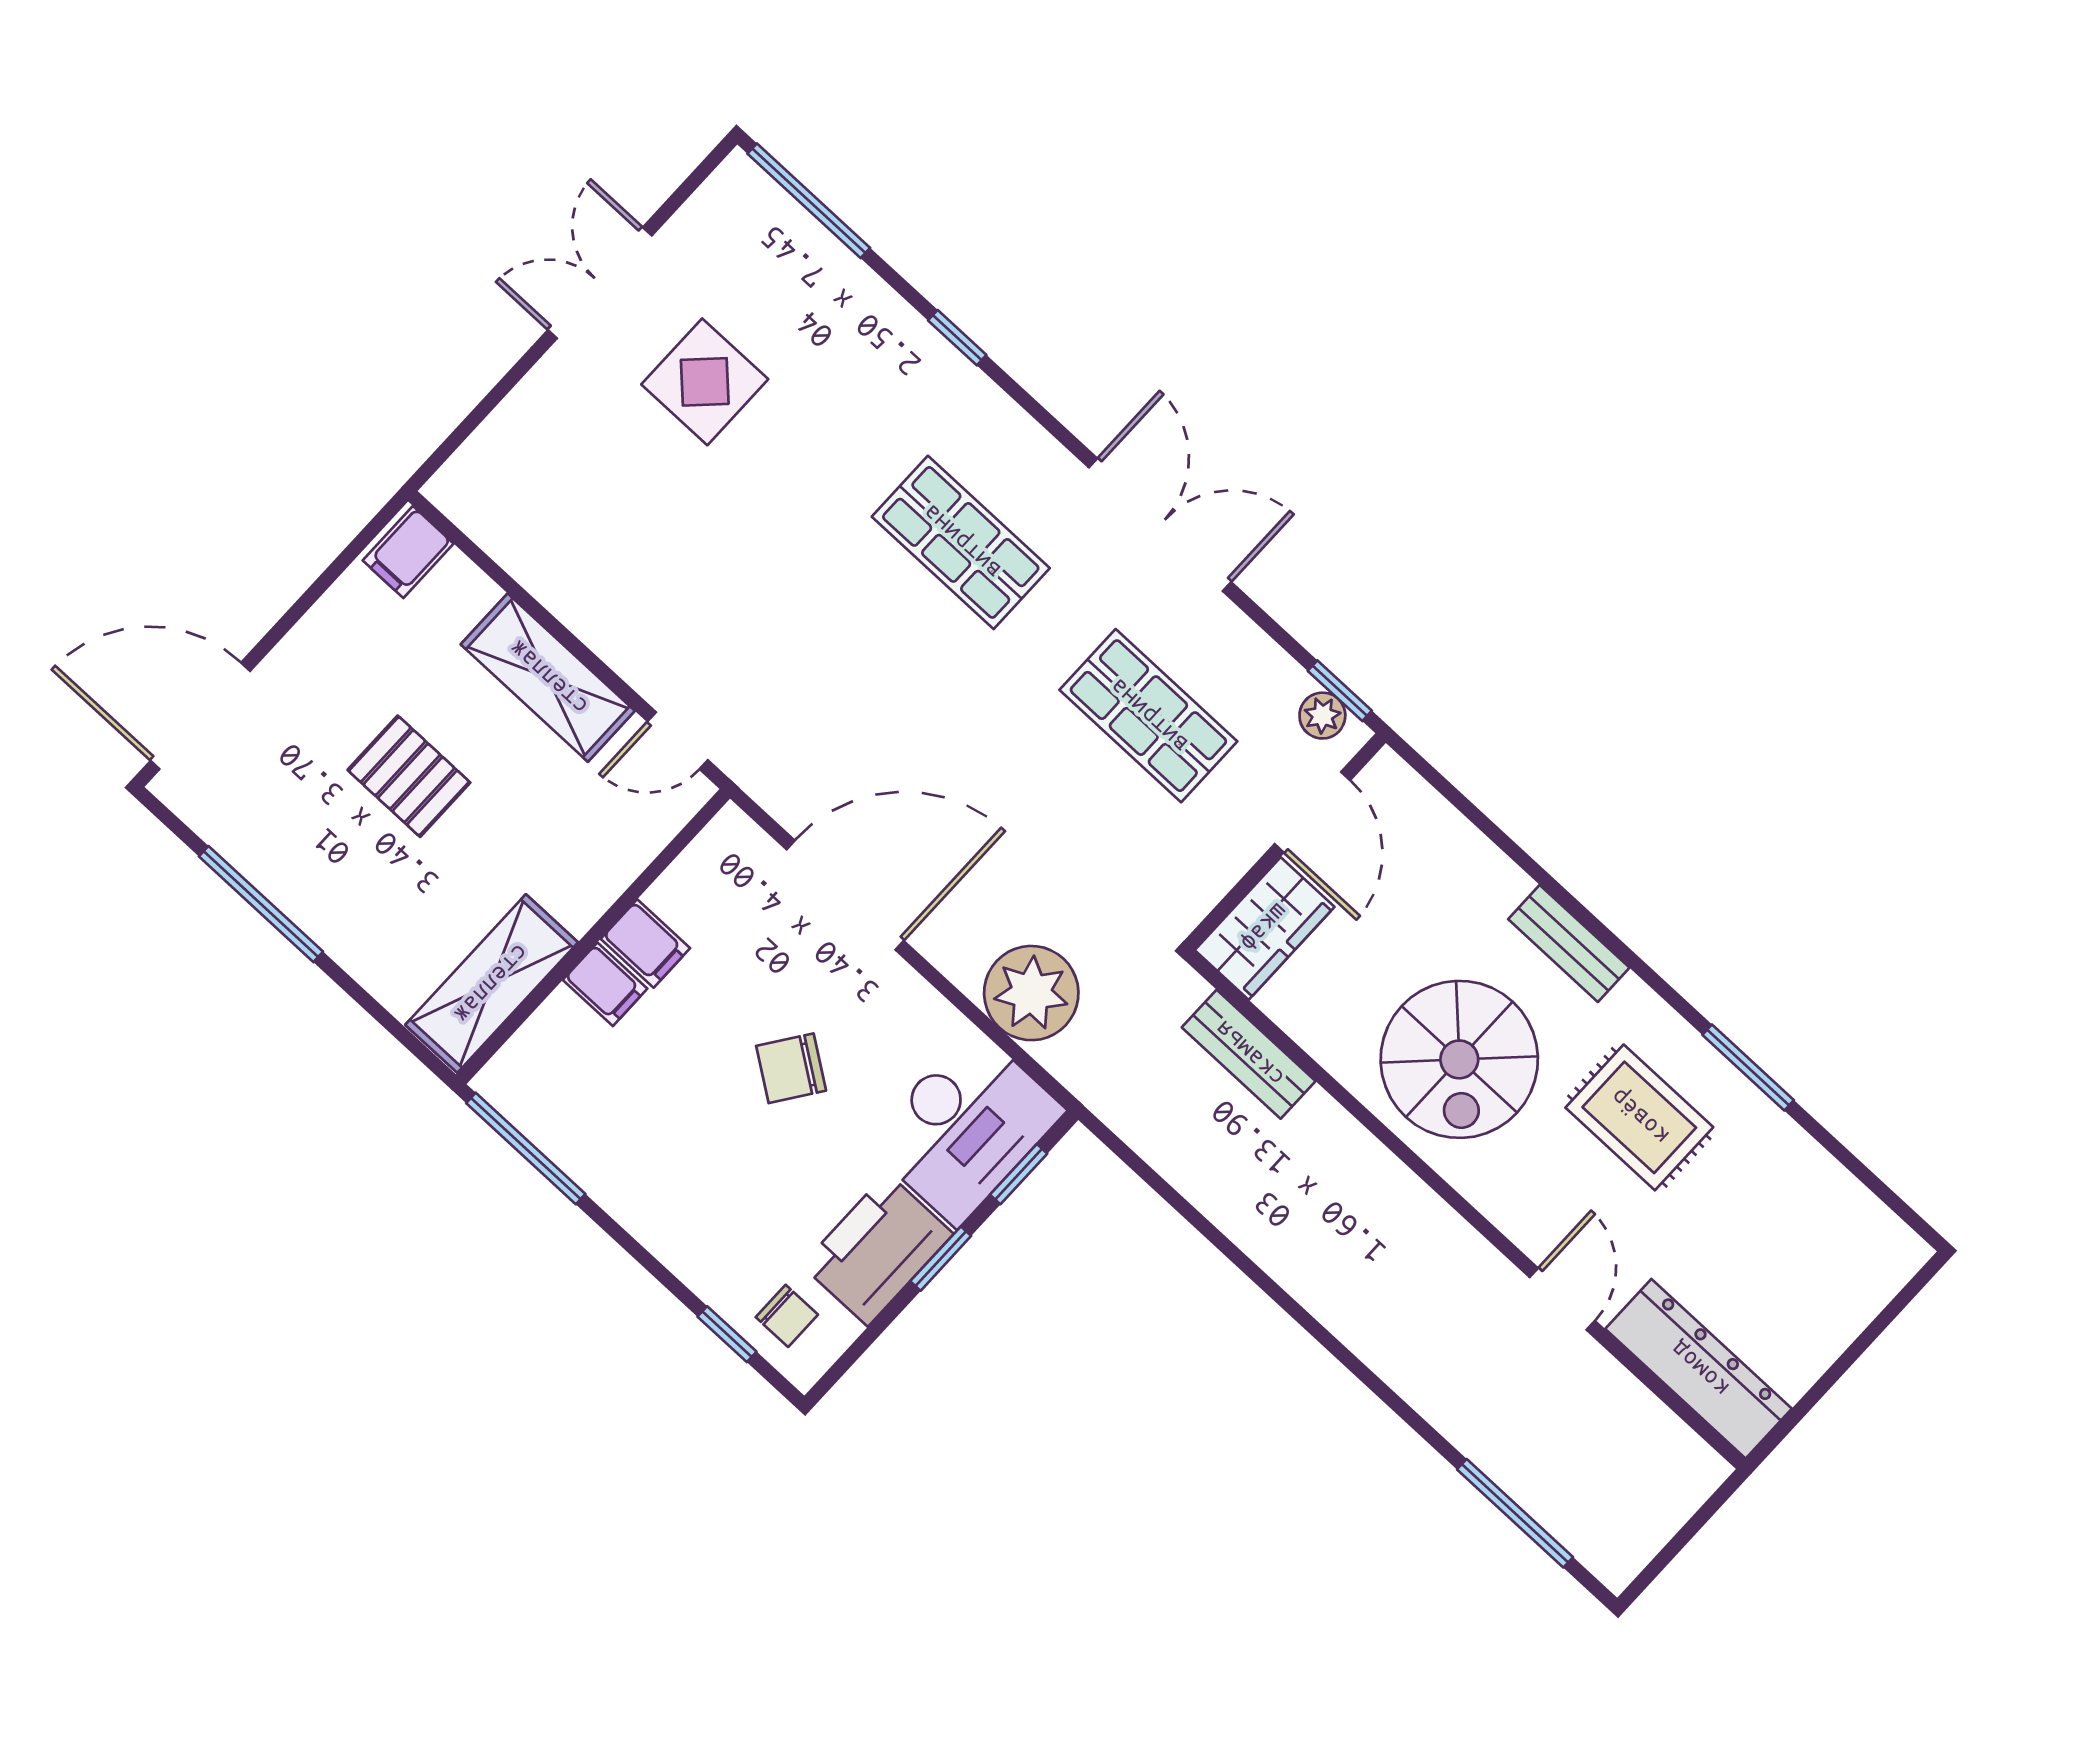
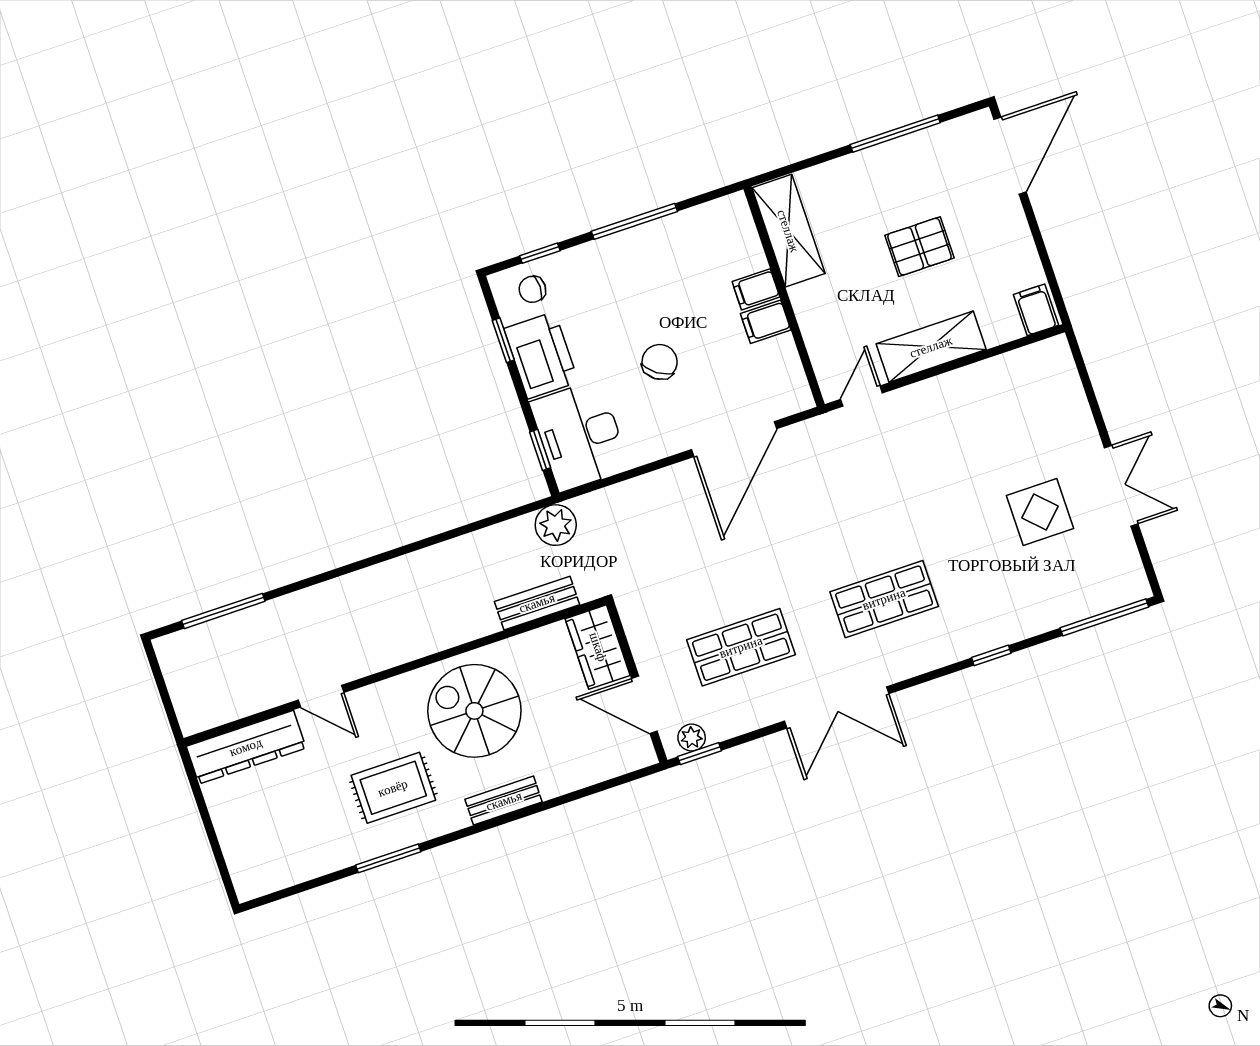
plant: (1031, 993) -> (556, 525), moved, width x0.73, depth x0.73
window: (526, 1148) -> (634, 221), moved
window: (941, 1259) -> (503, 340), moved

